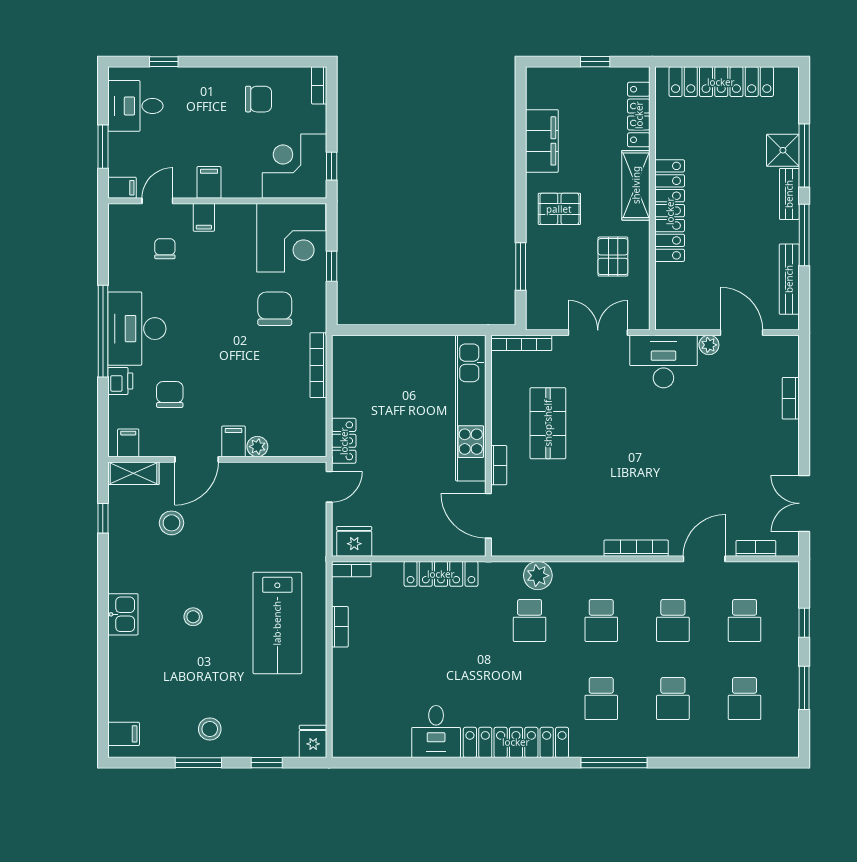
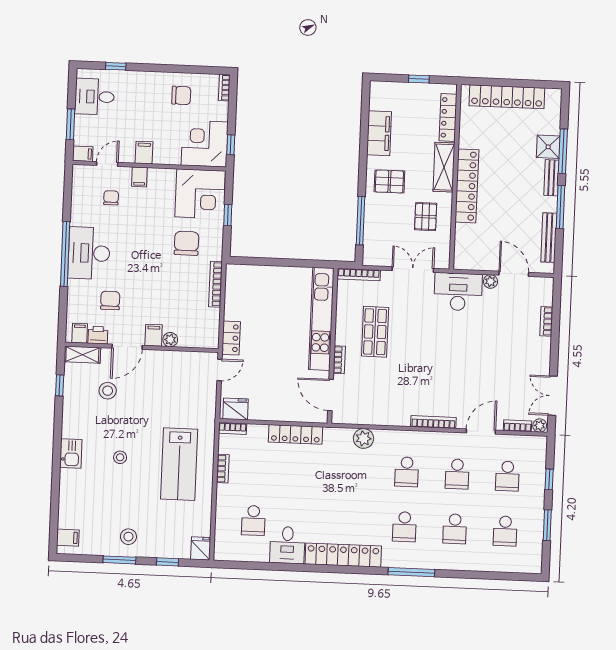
window: (521, 266) -> (361, 221), width x1.44
printer: (120, 381) -> (98, 335), moved, turned -90
plant: (787, 547) -> (540, 426), added
school desk: (530, 620) -> (253, 520), moved

